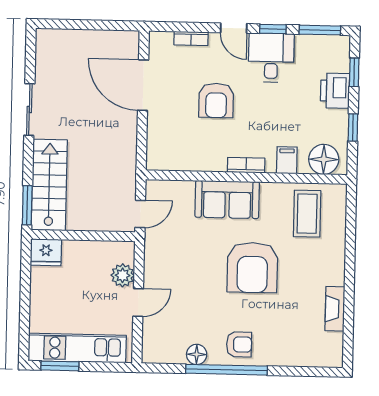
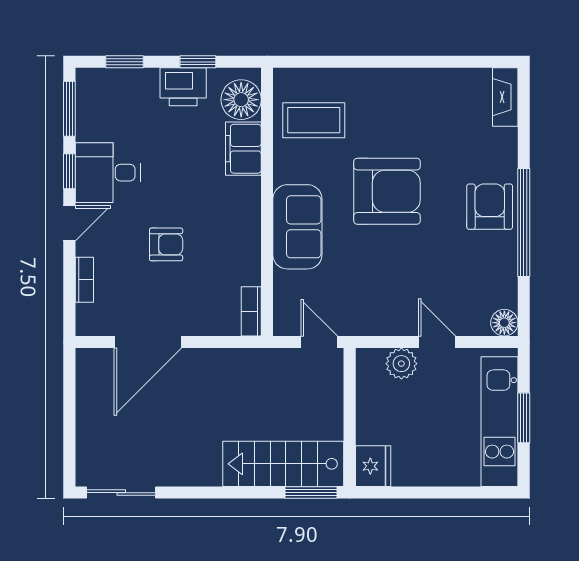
printer: (335, 91) -> (183, 87), moved
armchair: (216, 100) -> (166, 244), width x0.72, depth x0.72
sliding door: (29, 109) -> (121, 493), moved
filing cabinet: (287, 160) -> (243, 149), width x2.00
bookcase: (246, 165) -> (251, 311), moved
fireplace: (335, 309) -> (505, 97), moved, turned 90
armchair: (239, 344) -> (490, 207), width x1.38, depth x1.38
floor lamp: (197, 354) -> (504, 323), moved
window: (60, 366) -> (524, 418), moved

